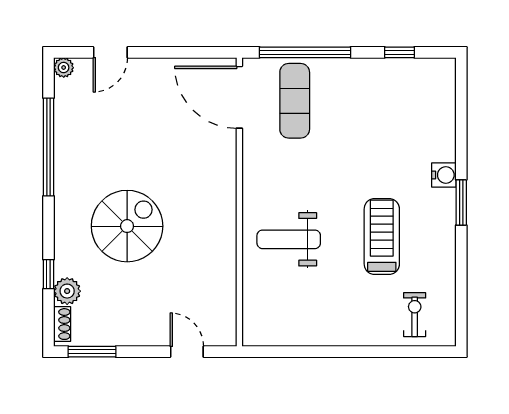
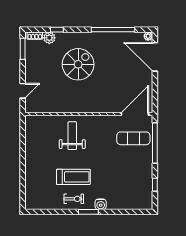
door: (110, 52) -> (155, 57), width x1.88
spiral stairs: (127, 226) -> (78, 64), turned -90
exercise bike: (415, 315) -> (74, 199), moved

